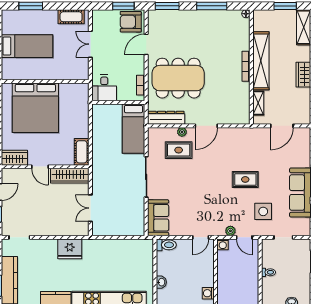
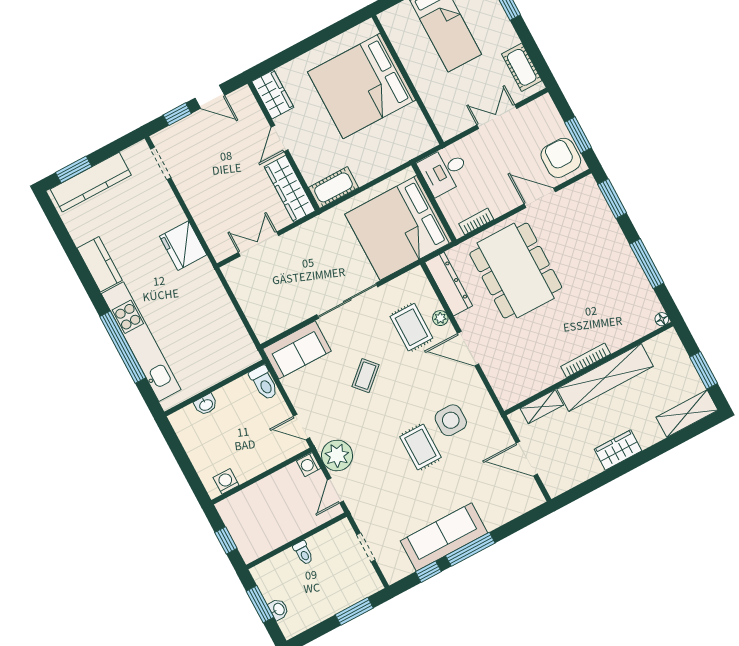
bed: (133, 129) -> (398, 228), width x2.04
coffee table: (191, 188) -> (365, 376), added
side table: (263, 211) -> (451, 420), moved
plant: (230, 231) -> (337, 455), width x1.88, depth x1.88

